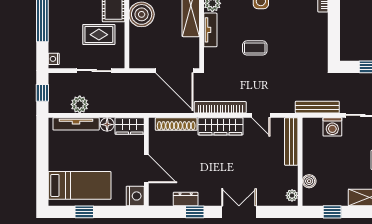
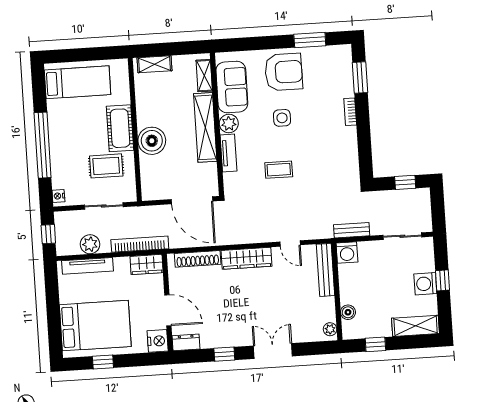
bookcase: (220, 107) -> (140, 244), moved
bench: (317, 107) -> (352, 230), width x0.73
floor lamp: (107, 125) -> (122, 264), removed
washing machine: (332, 127) -> (347, 252), moved
bed: (80, 185) -> (95, 326), width x1.50
dresser: (186, 199) -> (186, 342), moved

